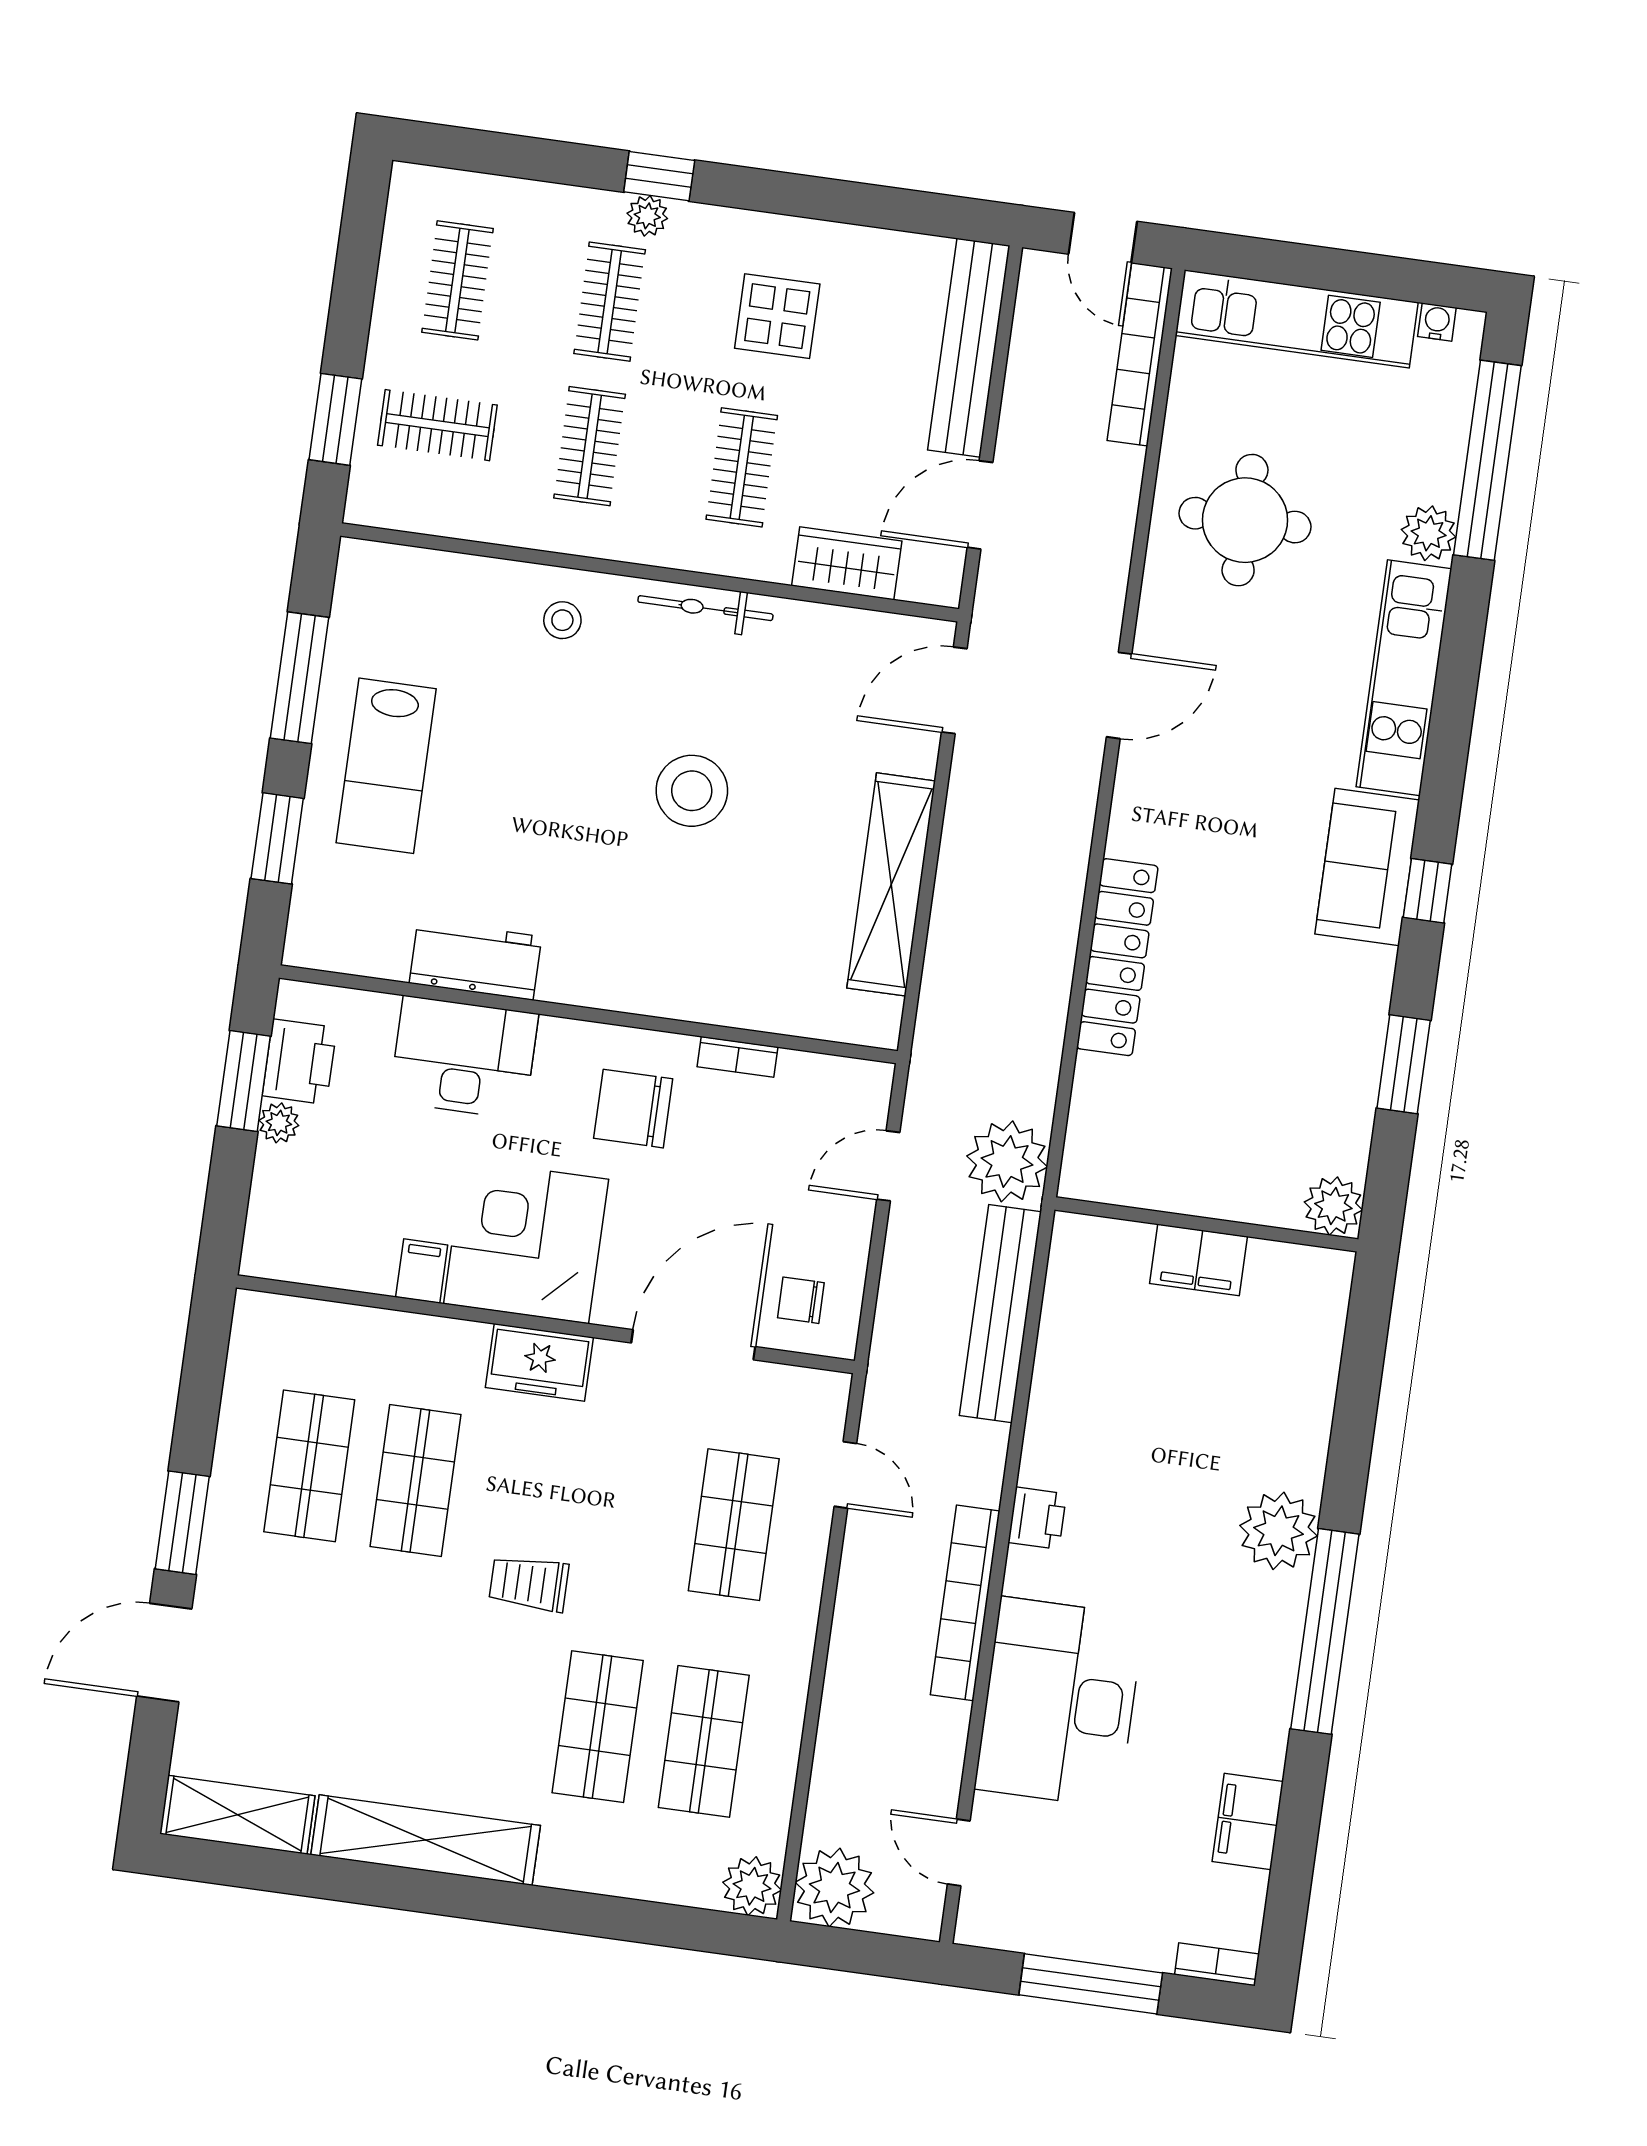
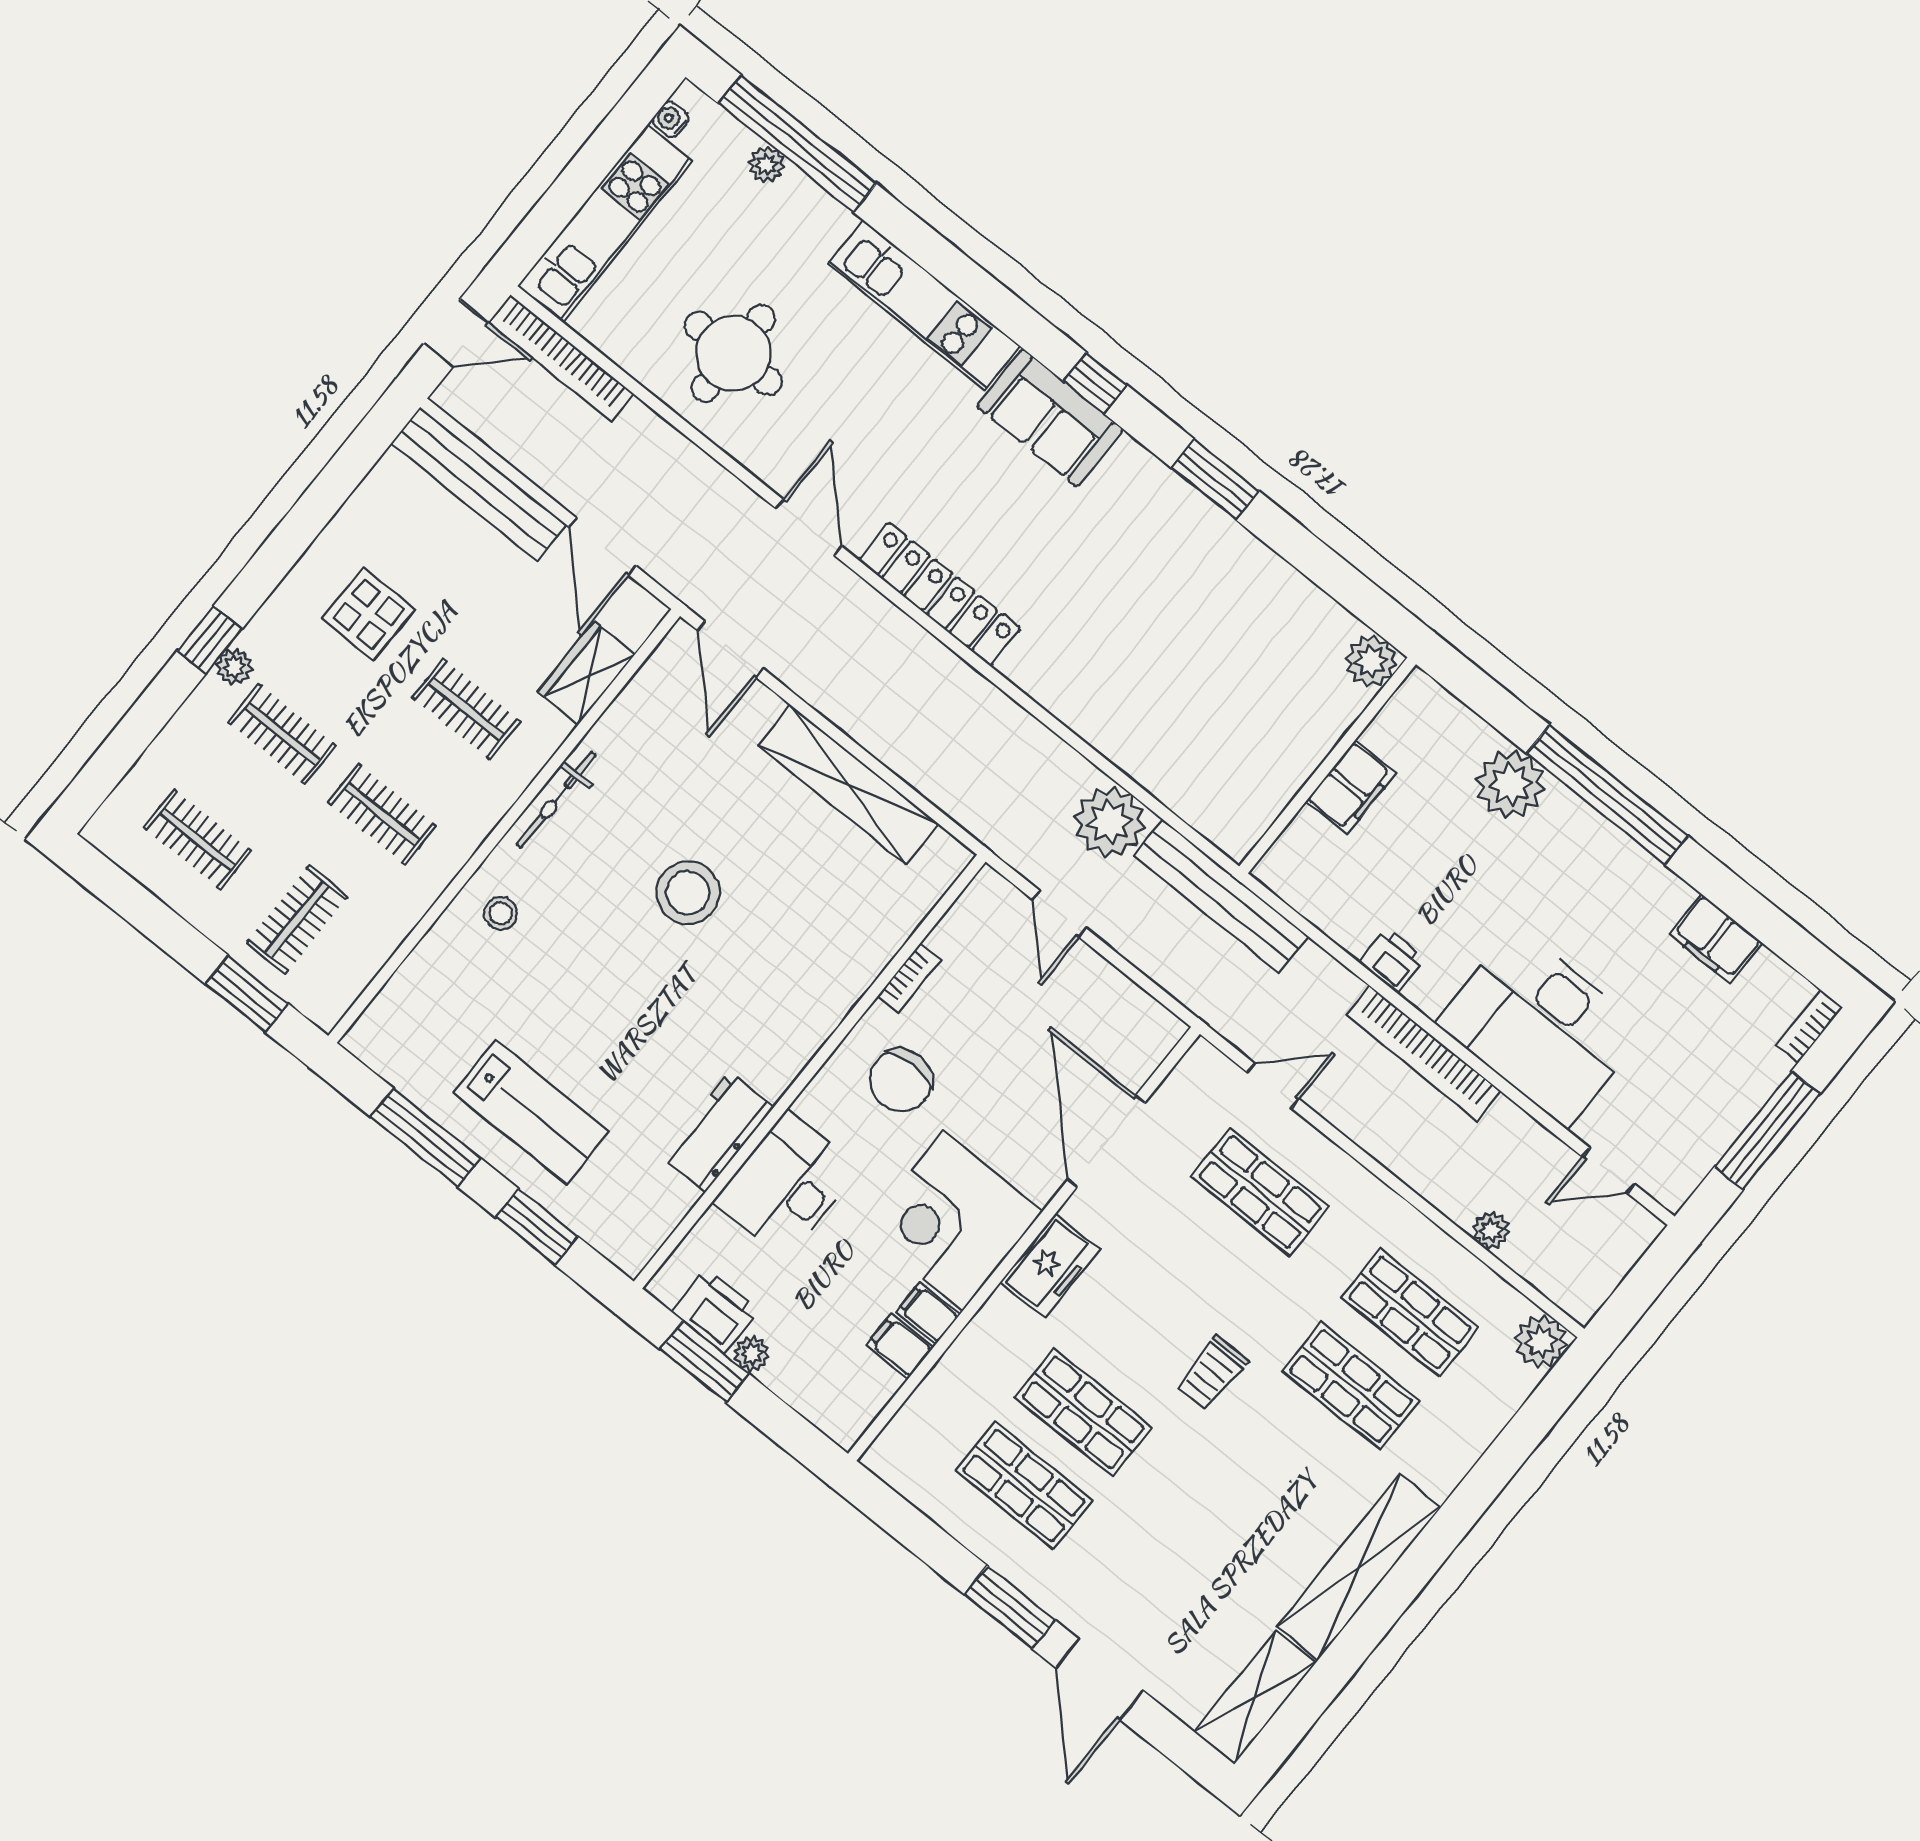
plant: (1429, 533) -> (767, 165), moved, width x0.73, depth x0.73
locker: (1117, 957) -> (940, 594), moved
plant: (1333, 1206) -> (1371, 661), moved
wall: (1206, 1224) -> (1328, 765), moved
filing cabinet: (1199, 1260) -> (1351, 787), moved
filing cabinet: (373, 1263) -> (900, 1346), added
chair: (801, 1300) -> (1121, 1040), removed
plant: (834, 1887) -> (1491, 1230), moved, width x0.53, depth x0.53

